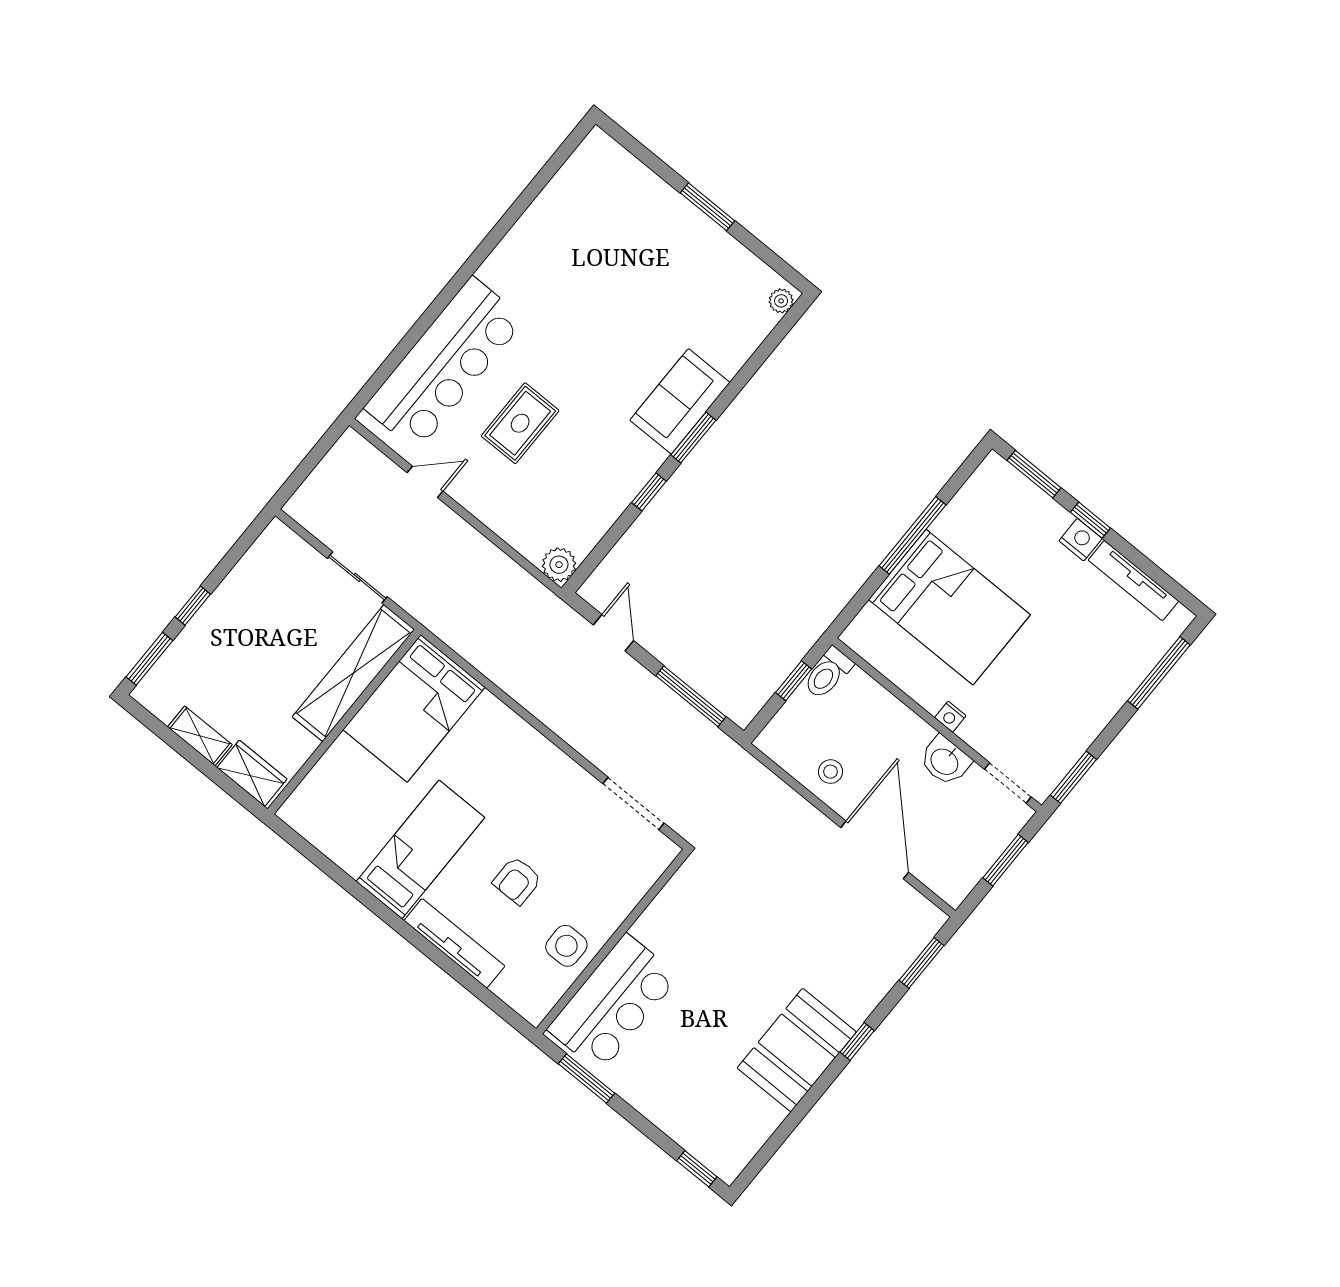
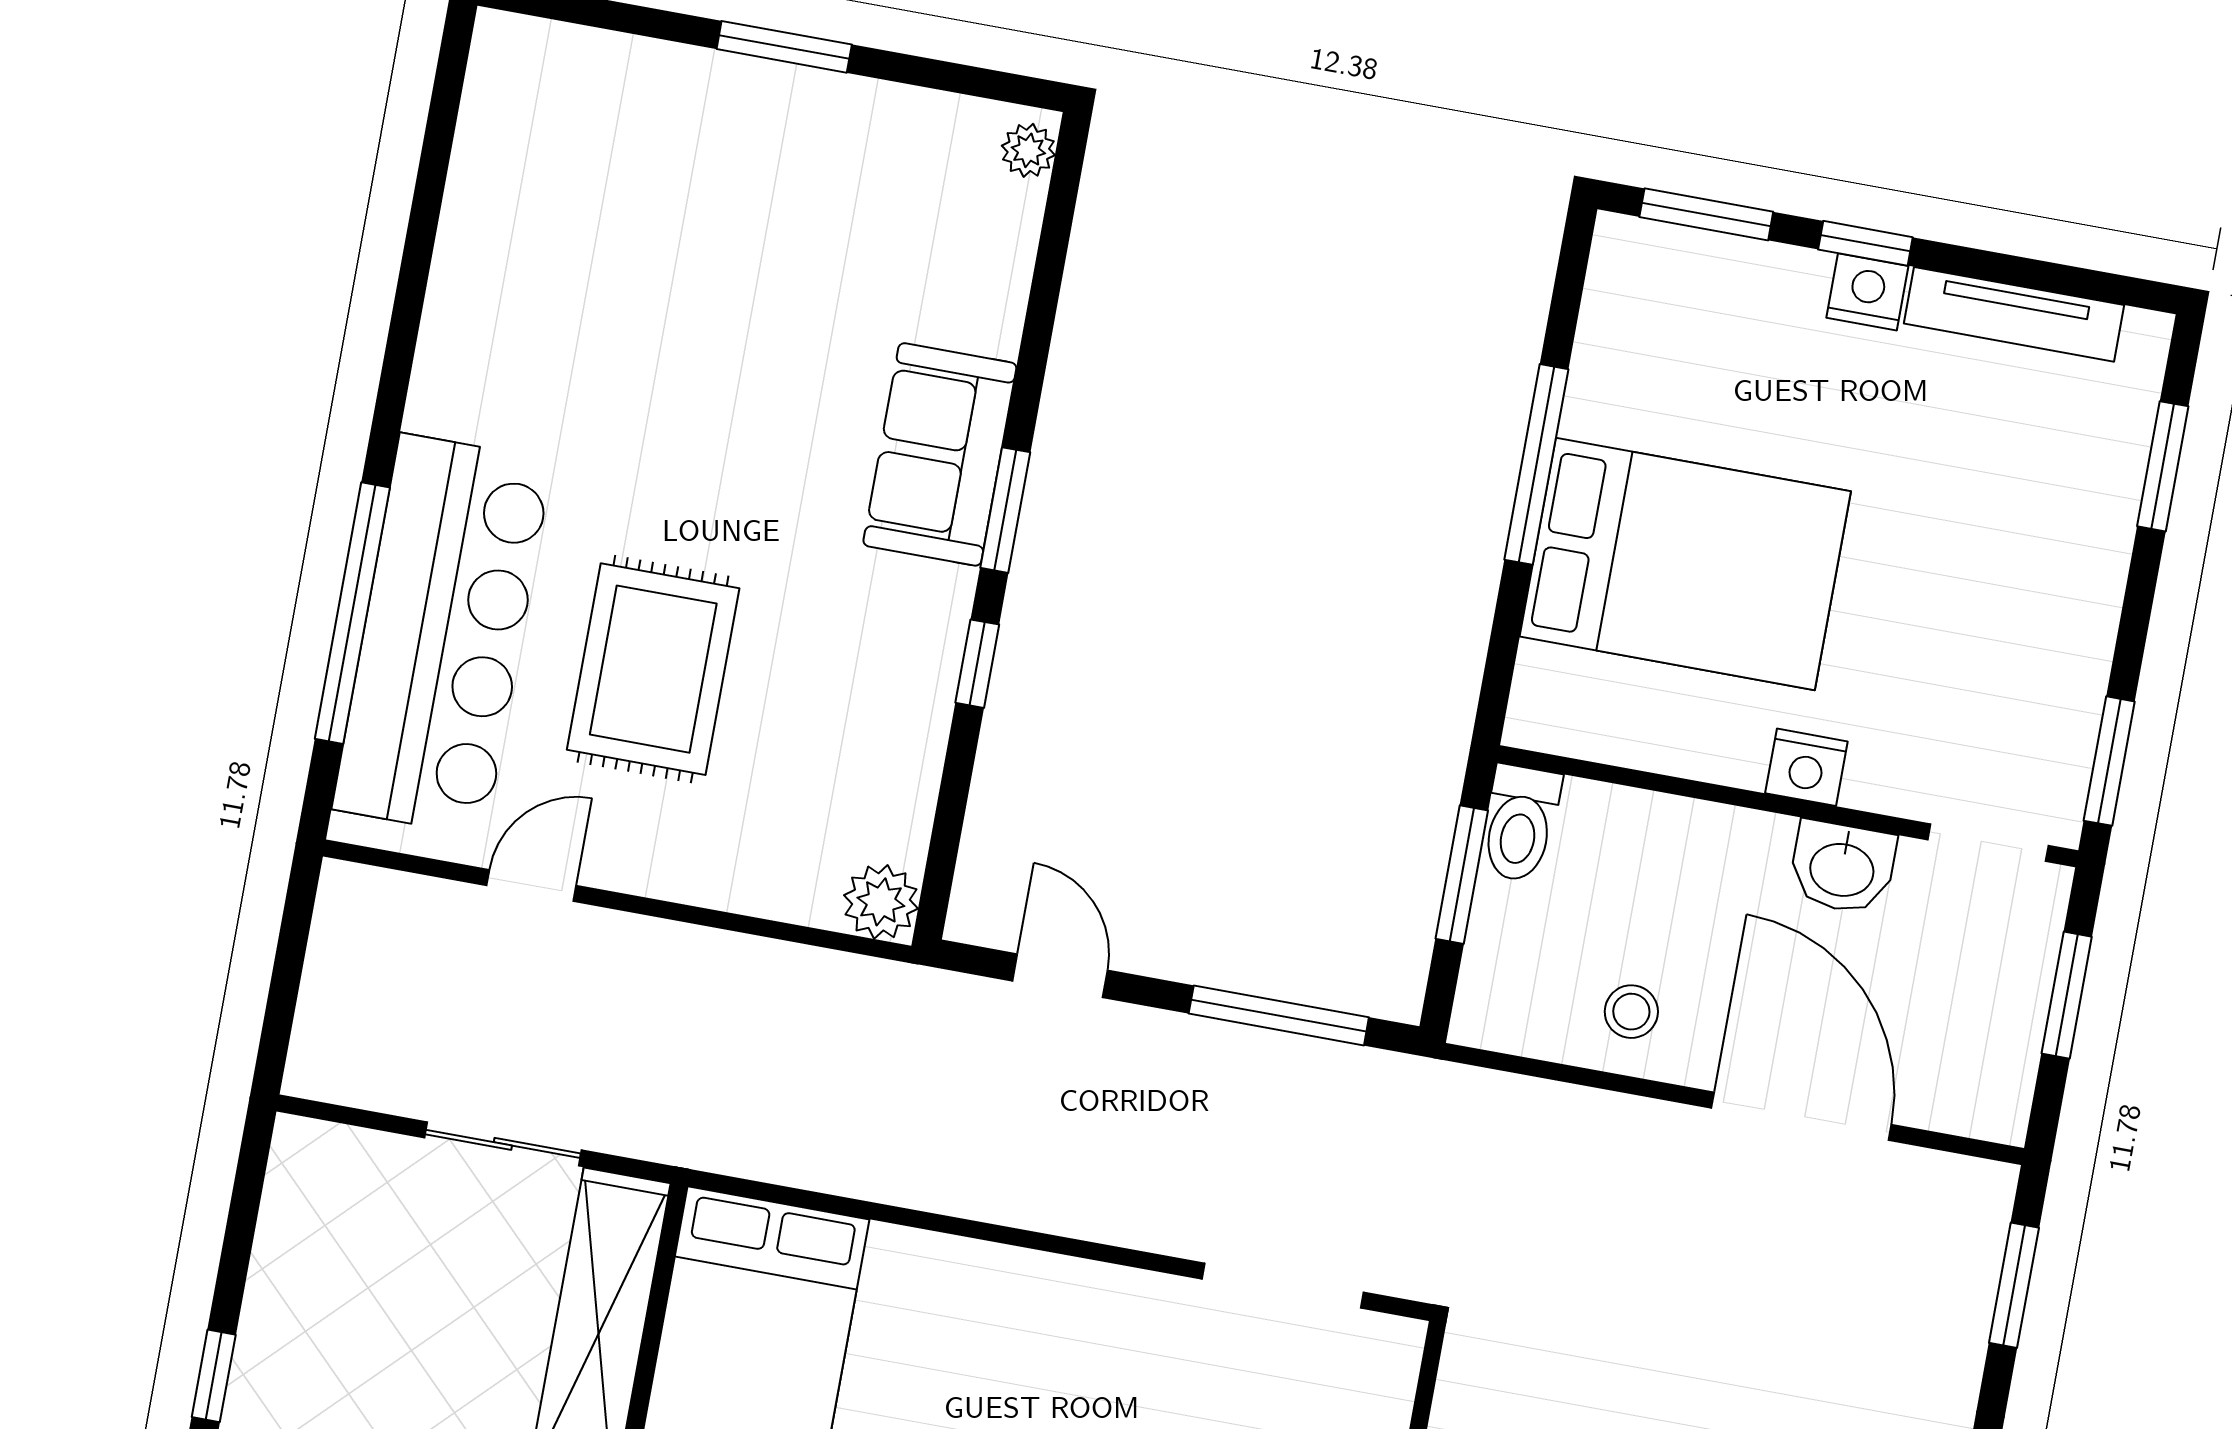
window: (414, 336) -> (352, 613), added
rug: (520, 423) -> (653, 669), width x1.36, depth x1.43
window: (1159, 673) -> (2163, 466), width x0.69
window: (794, 681) -> (1462, 875), width x1.50
nightstand: (950, 717) -> (1806, 767), width x1.39, depth x1.35

